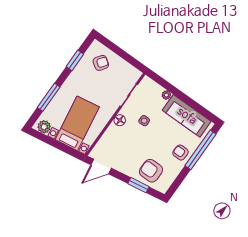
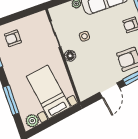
armchair: (101, 63) -> (13, 38), turned -125
door: (101, 166) -> (110, 90), moved

